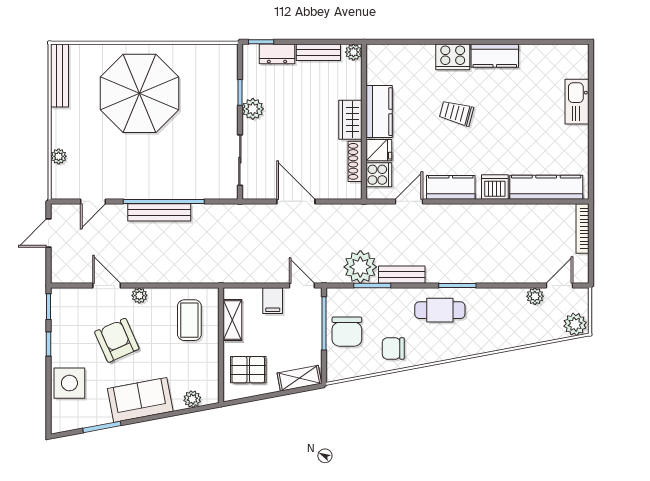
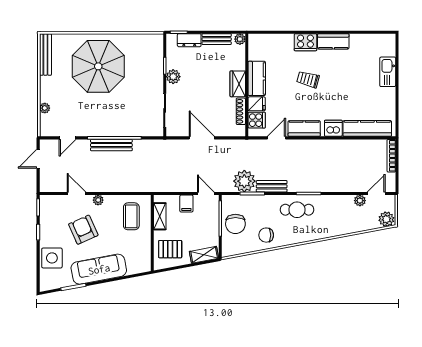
plant: (192, 399) -> (133, 269), removed
sofa: (140, 400) -> (99, 269), width x1.36

